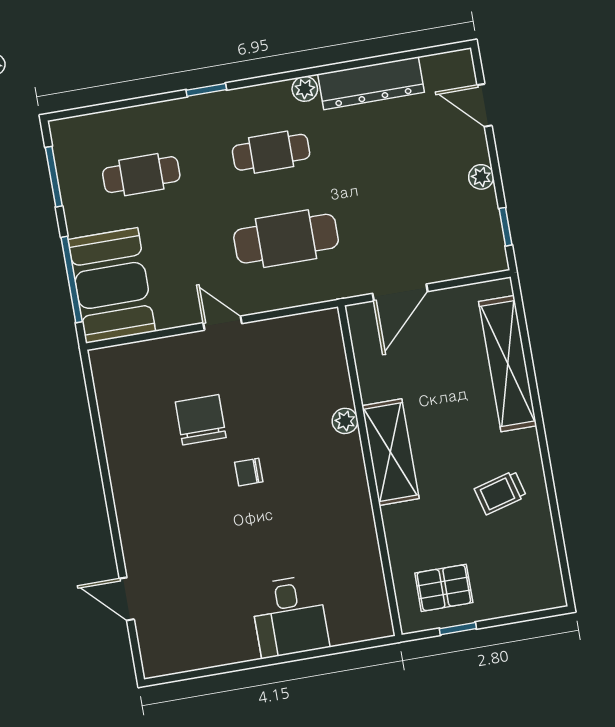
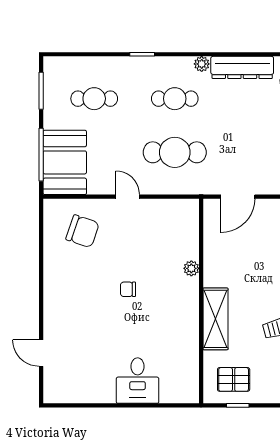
chair: (201, 420) -> (83, 231), moved, turned 109
shelving: (390, 452) -> (215, 319), moved

